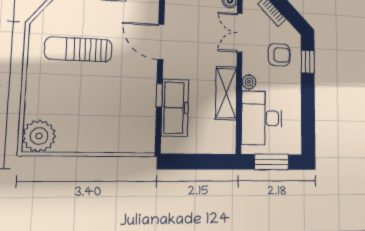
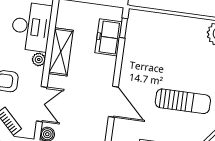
window: (159, 95) -> (124, 28), moved
freezer: (175, 108) -> (108, 37), width x0.71

